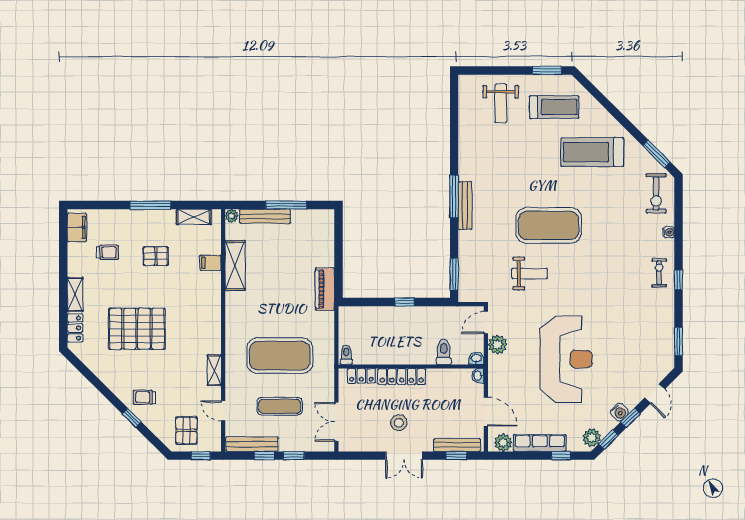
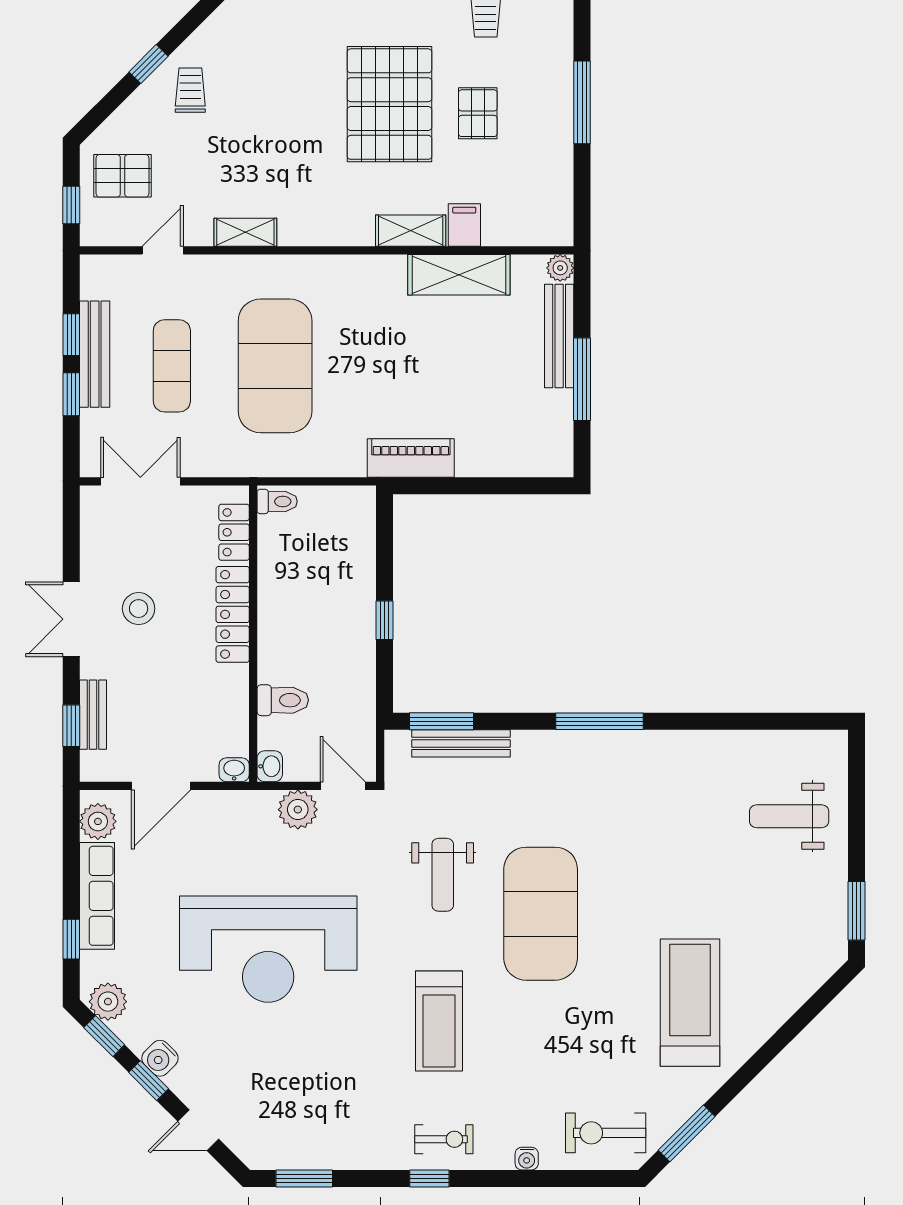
treadmill: (554, 107) -> (439, 1021), moved
bench: (465, 206) -> (461, 743), moved
shelving: (194, 217) -> (411, 231), moved, turned 90
pallet: (137, 329) -> (389, 104), moved
bench: (252, 444) -> (95, 354), moved
bench: (457, 445) -> (93, 715), width x0.73

